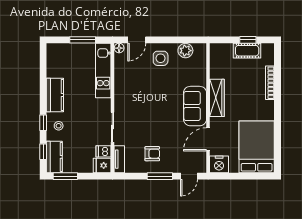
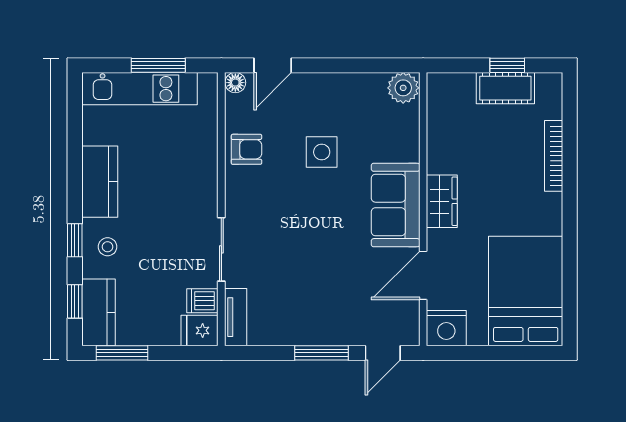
plant: (185, 51) -> (403, 88), moved
side table: (161, 58) -> (322, 152), moved
kitchen unit: (103, 71) -> (139, 89), moved, turned -90
wardrobe: (217, 98) -> (442, 201), width x0.67
armchair: (152, 154) -> (246, 149), moved

